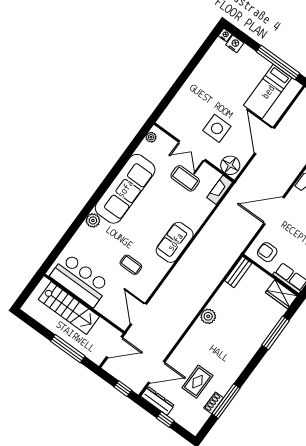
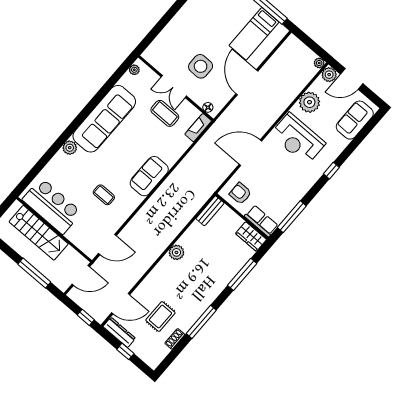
floor lamp: (230, 165) -> (208, 107), width x0.53, depth x0.53
door: (138, 314) -> (107, 244), swing flipped
window: (226, 401) -> (201, 322), moved

